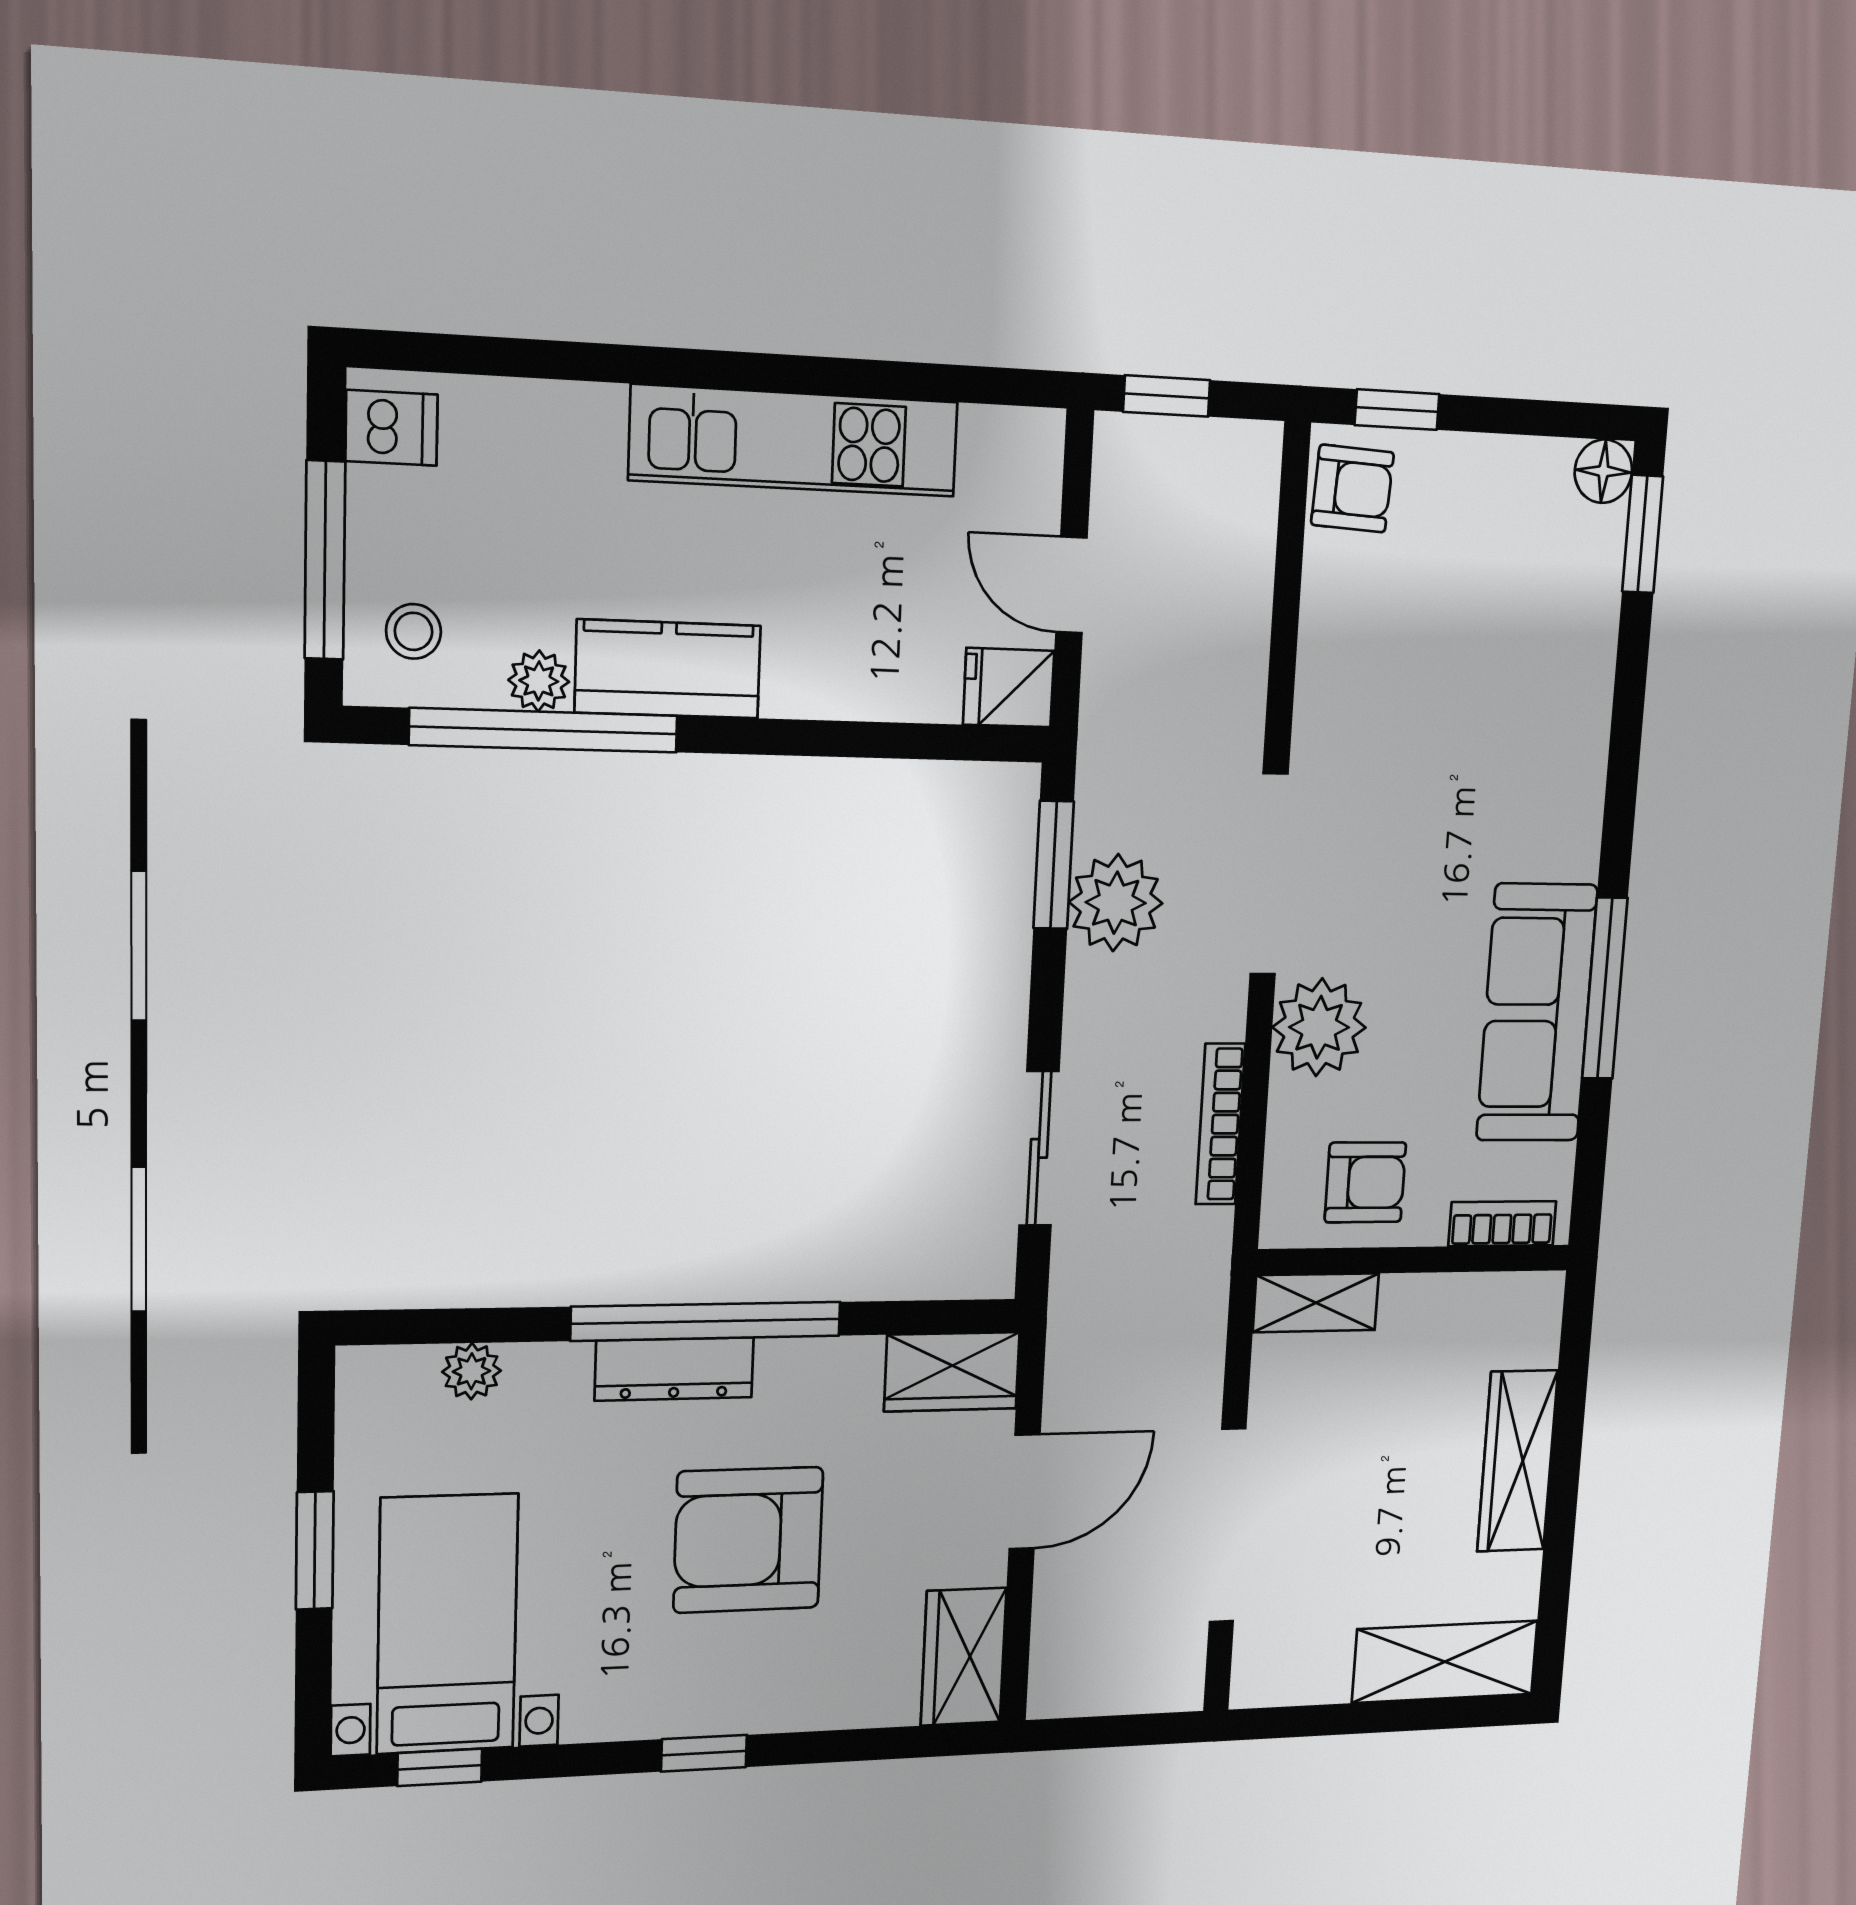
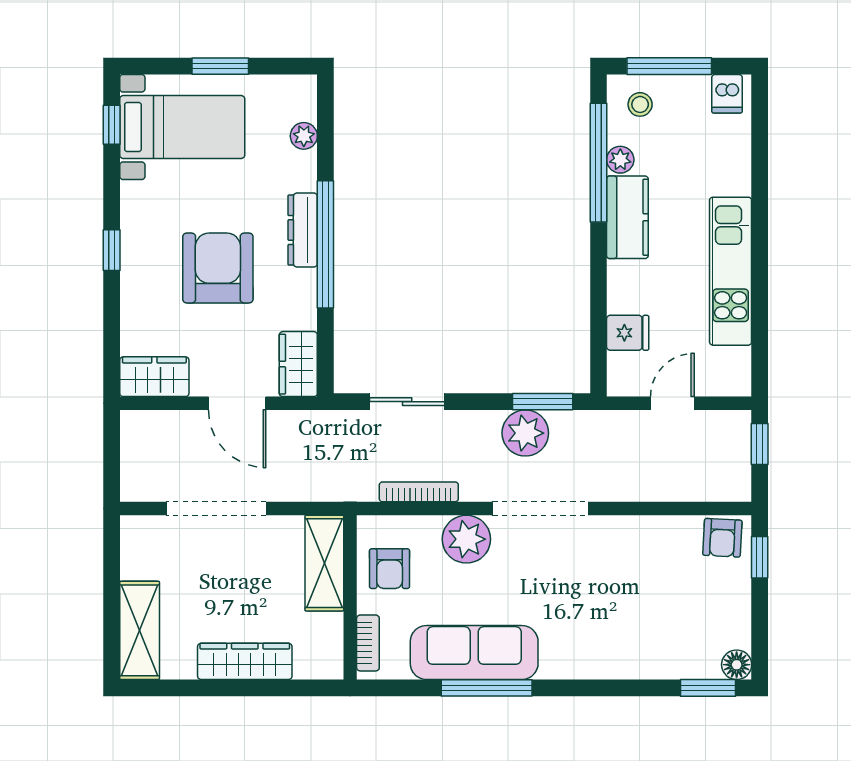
fridge: (1009, 688) -> (628, 333), moved, turned 90
shelving: (1316, 1303) -> (324, 563), width x1.50, depth x1.33

